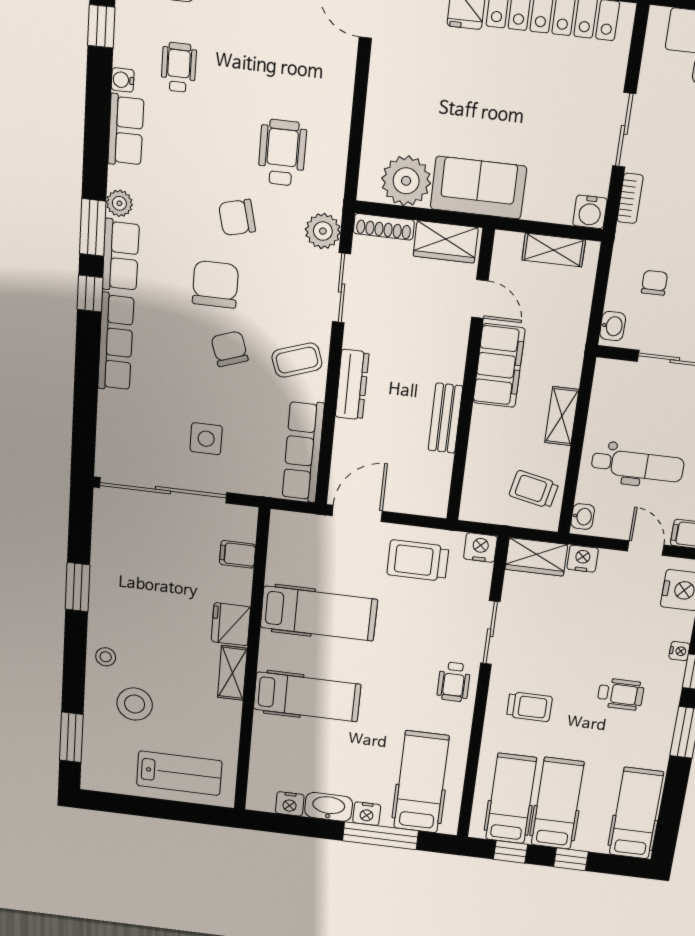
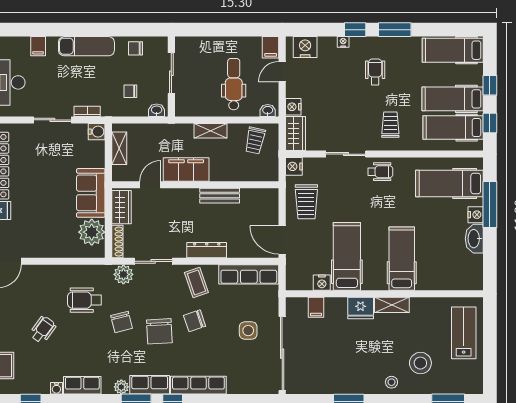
wheelchair: (179, 67) -> (43, 330), moved, turned 126
chair: (215, 284) -> (159, 331), turned -93
nightstand: (290, 804) -> (322, 283), moved, turned 90

